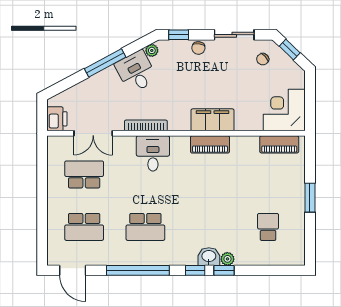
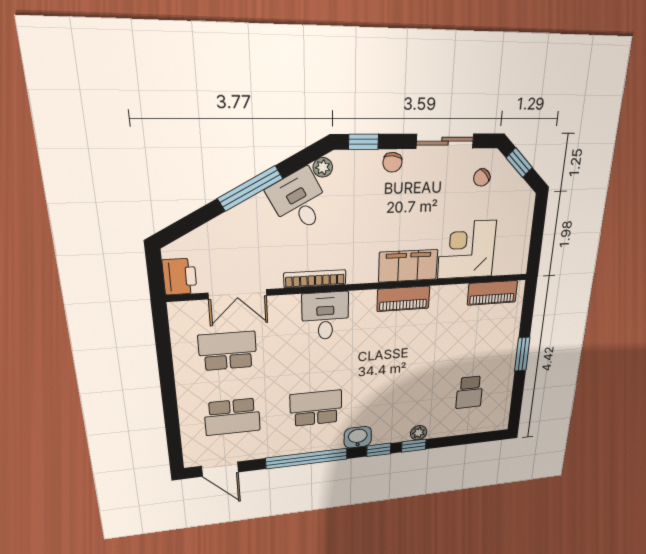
corner desk: (284, 110) -> (467, 250), moved
school desk: (145, 227) -> (316, 408), turned 180
school desk: (268, 227) -> (470, 392), turned 180
washbasin: (209, 257) -> (358, 437), moved

